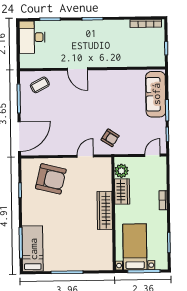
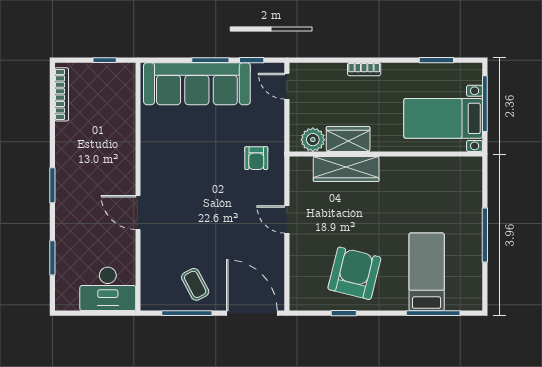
desk: (32, 37) -> (108, 289), moved
door: (77, 69) -> (138, 212), swing flipped
coffee table: (40, 85) -> (195, 284), moved
sofa: (156, 94) -> (197, 84), width x1.36, depth x1.27
armchair: (110, 138) -> (256, 158), turned 147
door: (85, 156) -> (287, 219), moved
armchair: (51, 179) -> (354, 273), moved
wardrobe: (105, 210) -> (346, 169), moved
bed: (33, 249) -> (427, 272), moved, turned 90

